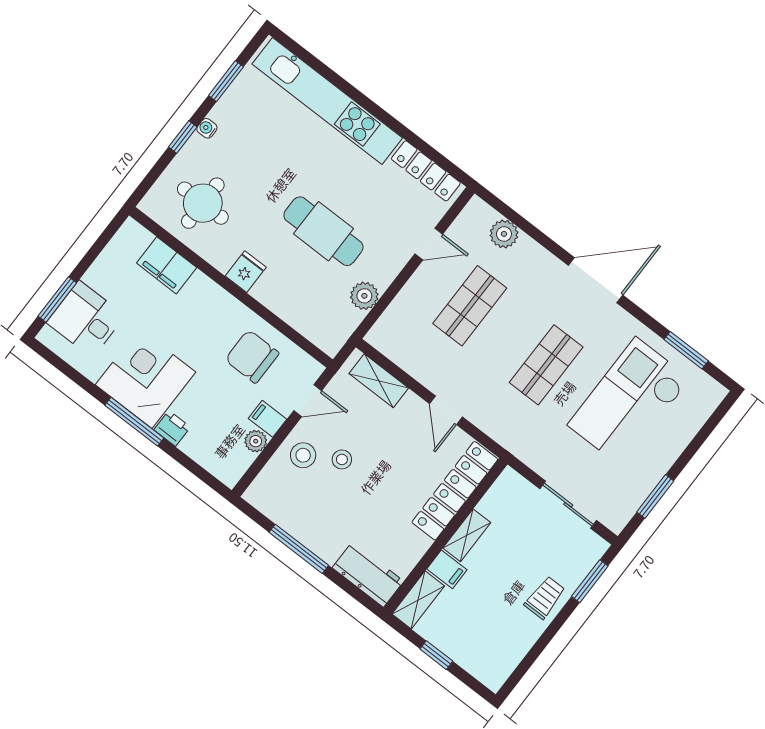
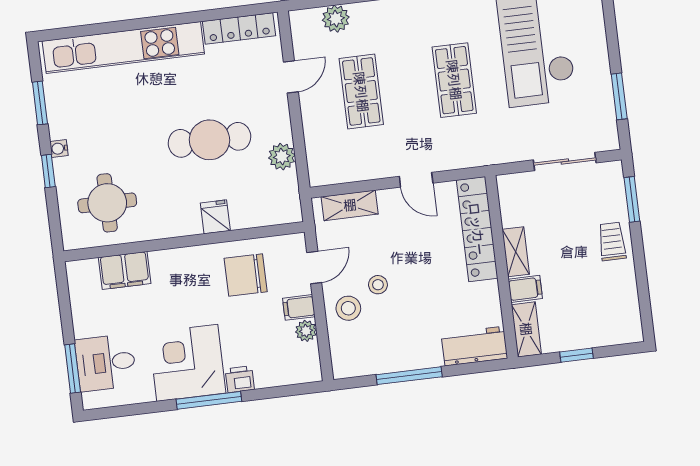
fridge: (246, 272) -> (215, 217), moved

